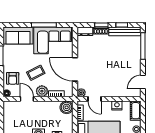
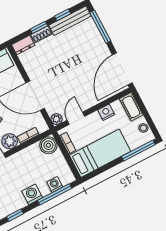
door: (143, 82) -> (122, 69), width x1.88
door: (94, 99) -> (76, 118), swing flipped

